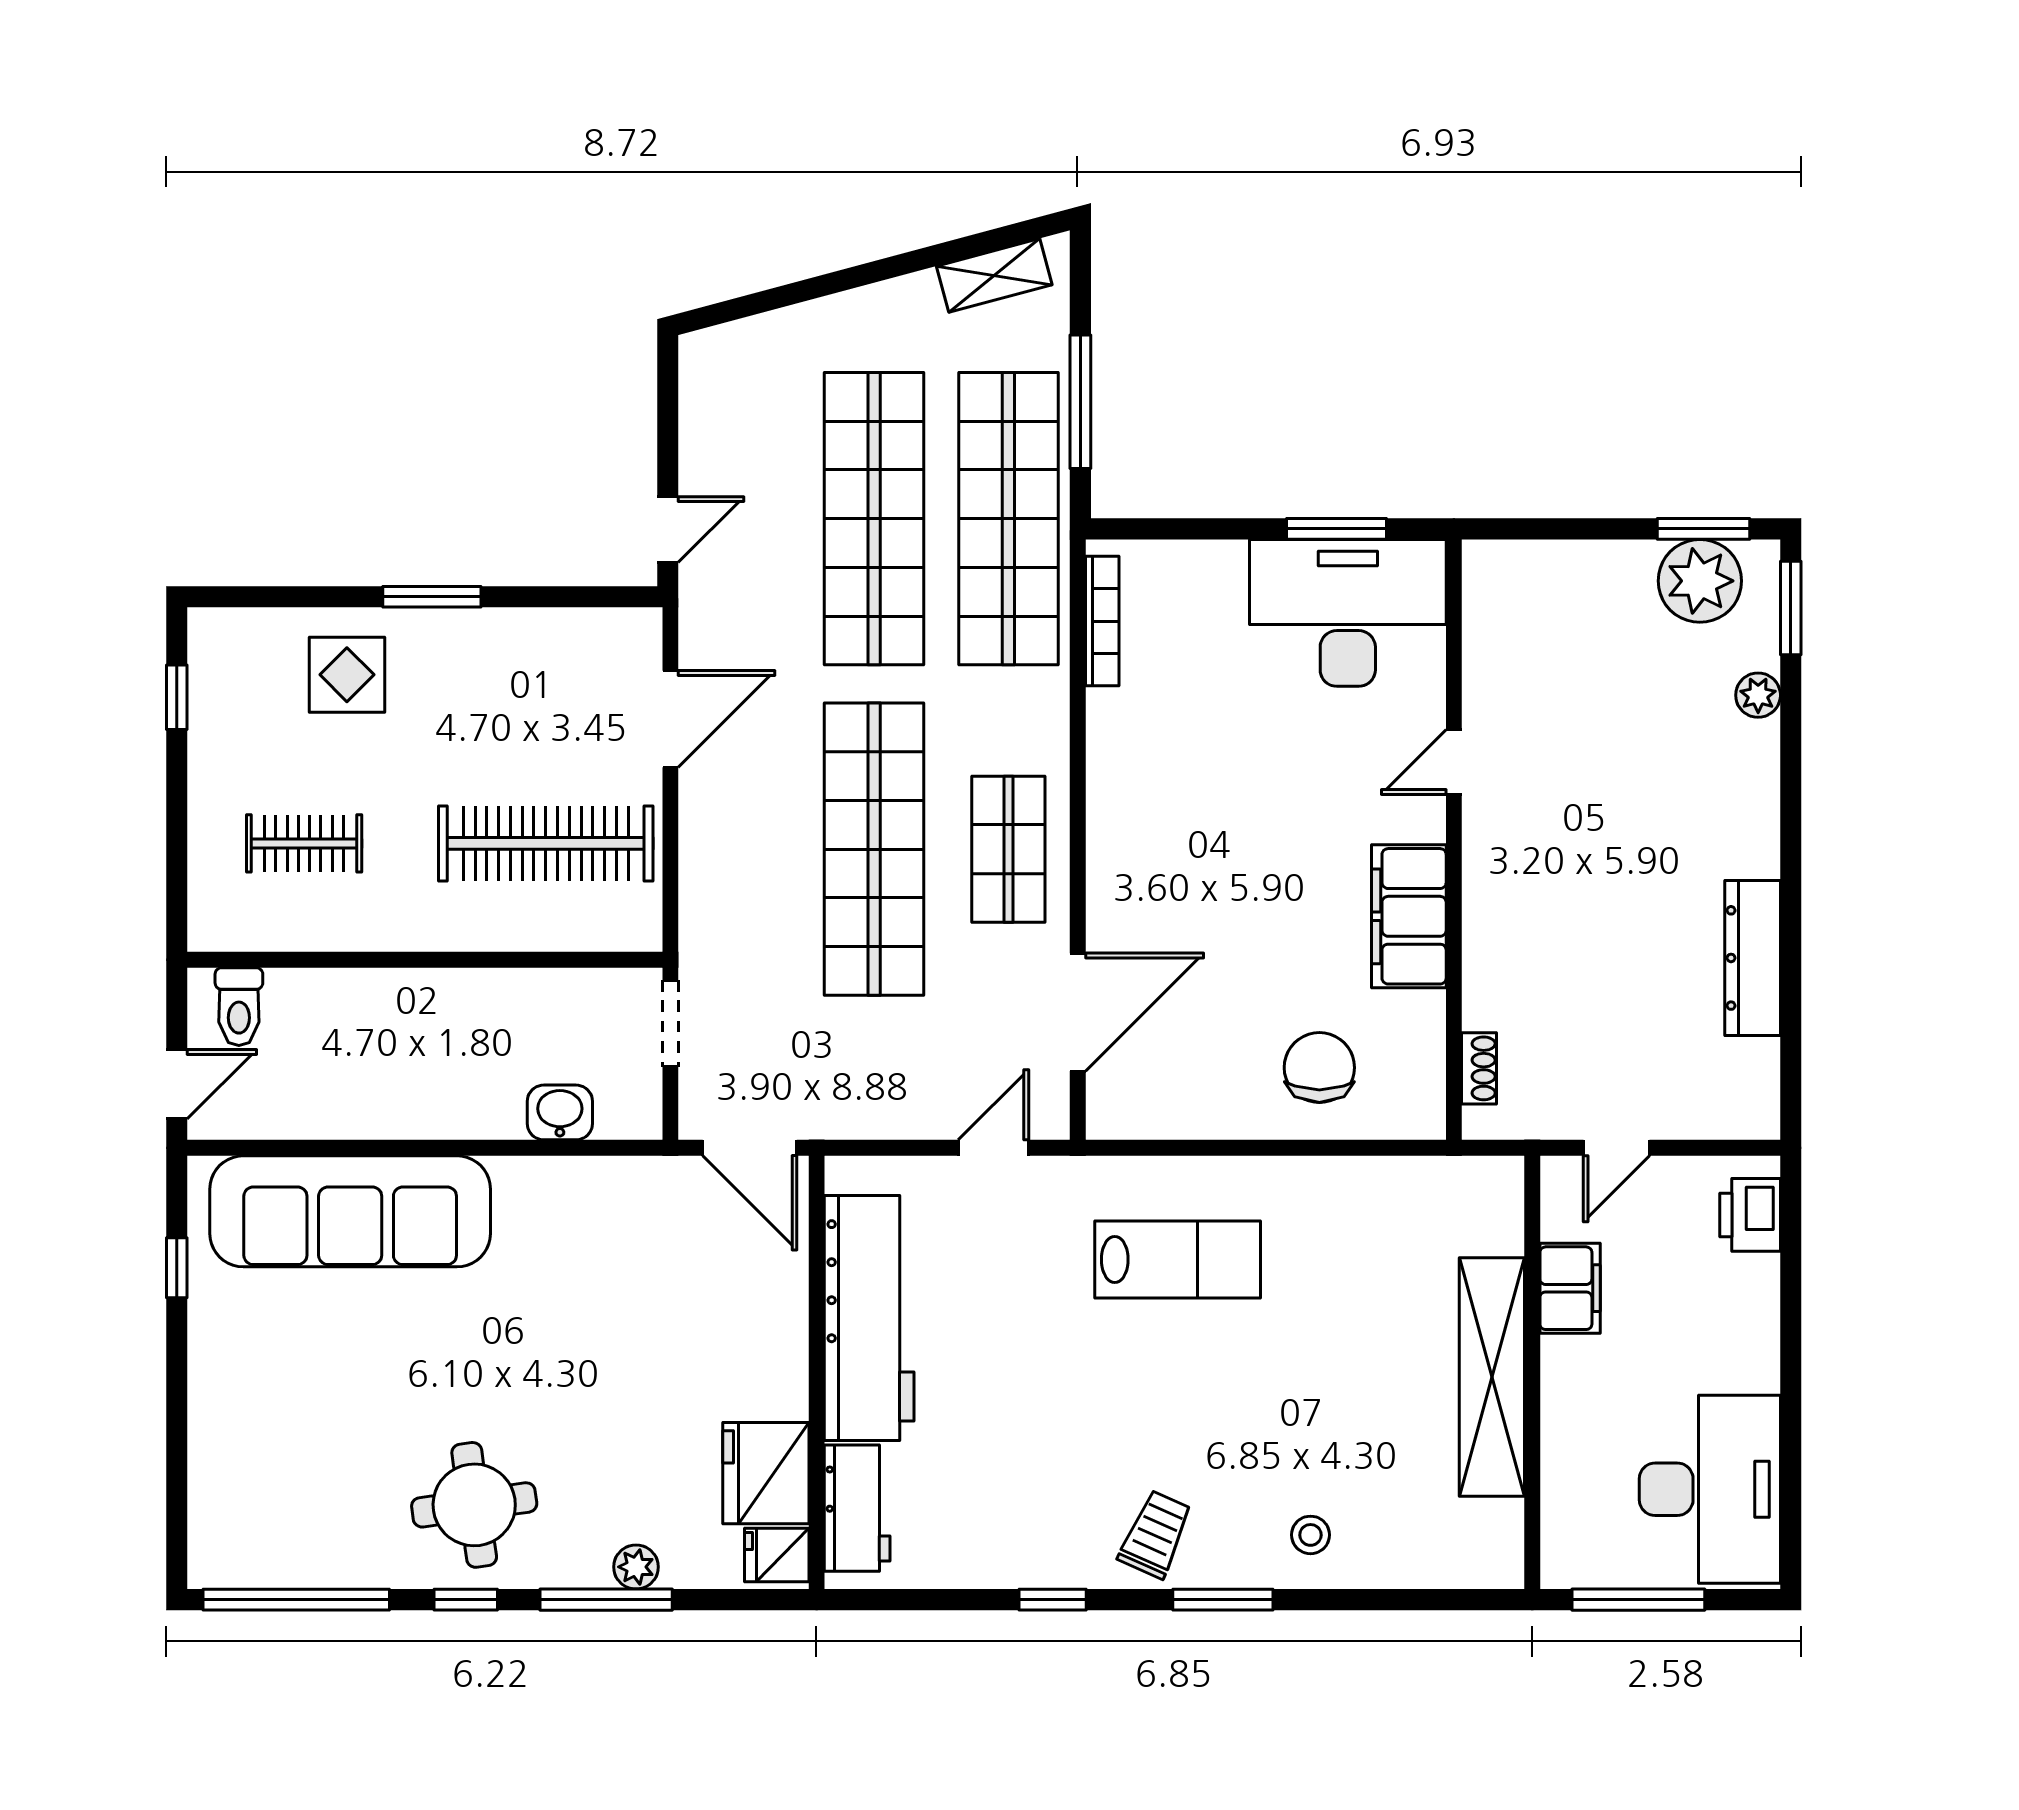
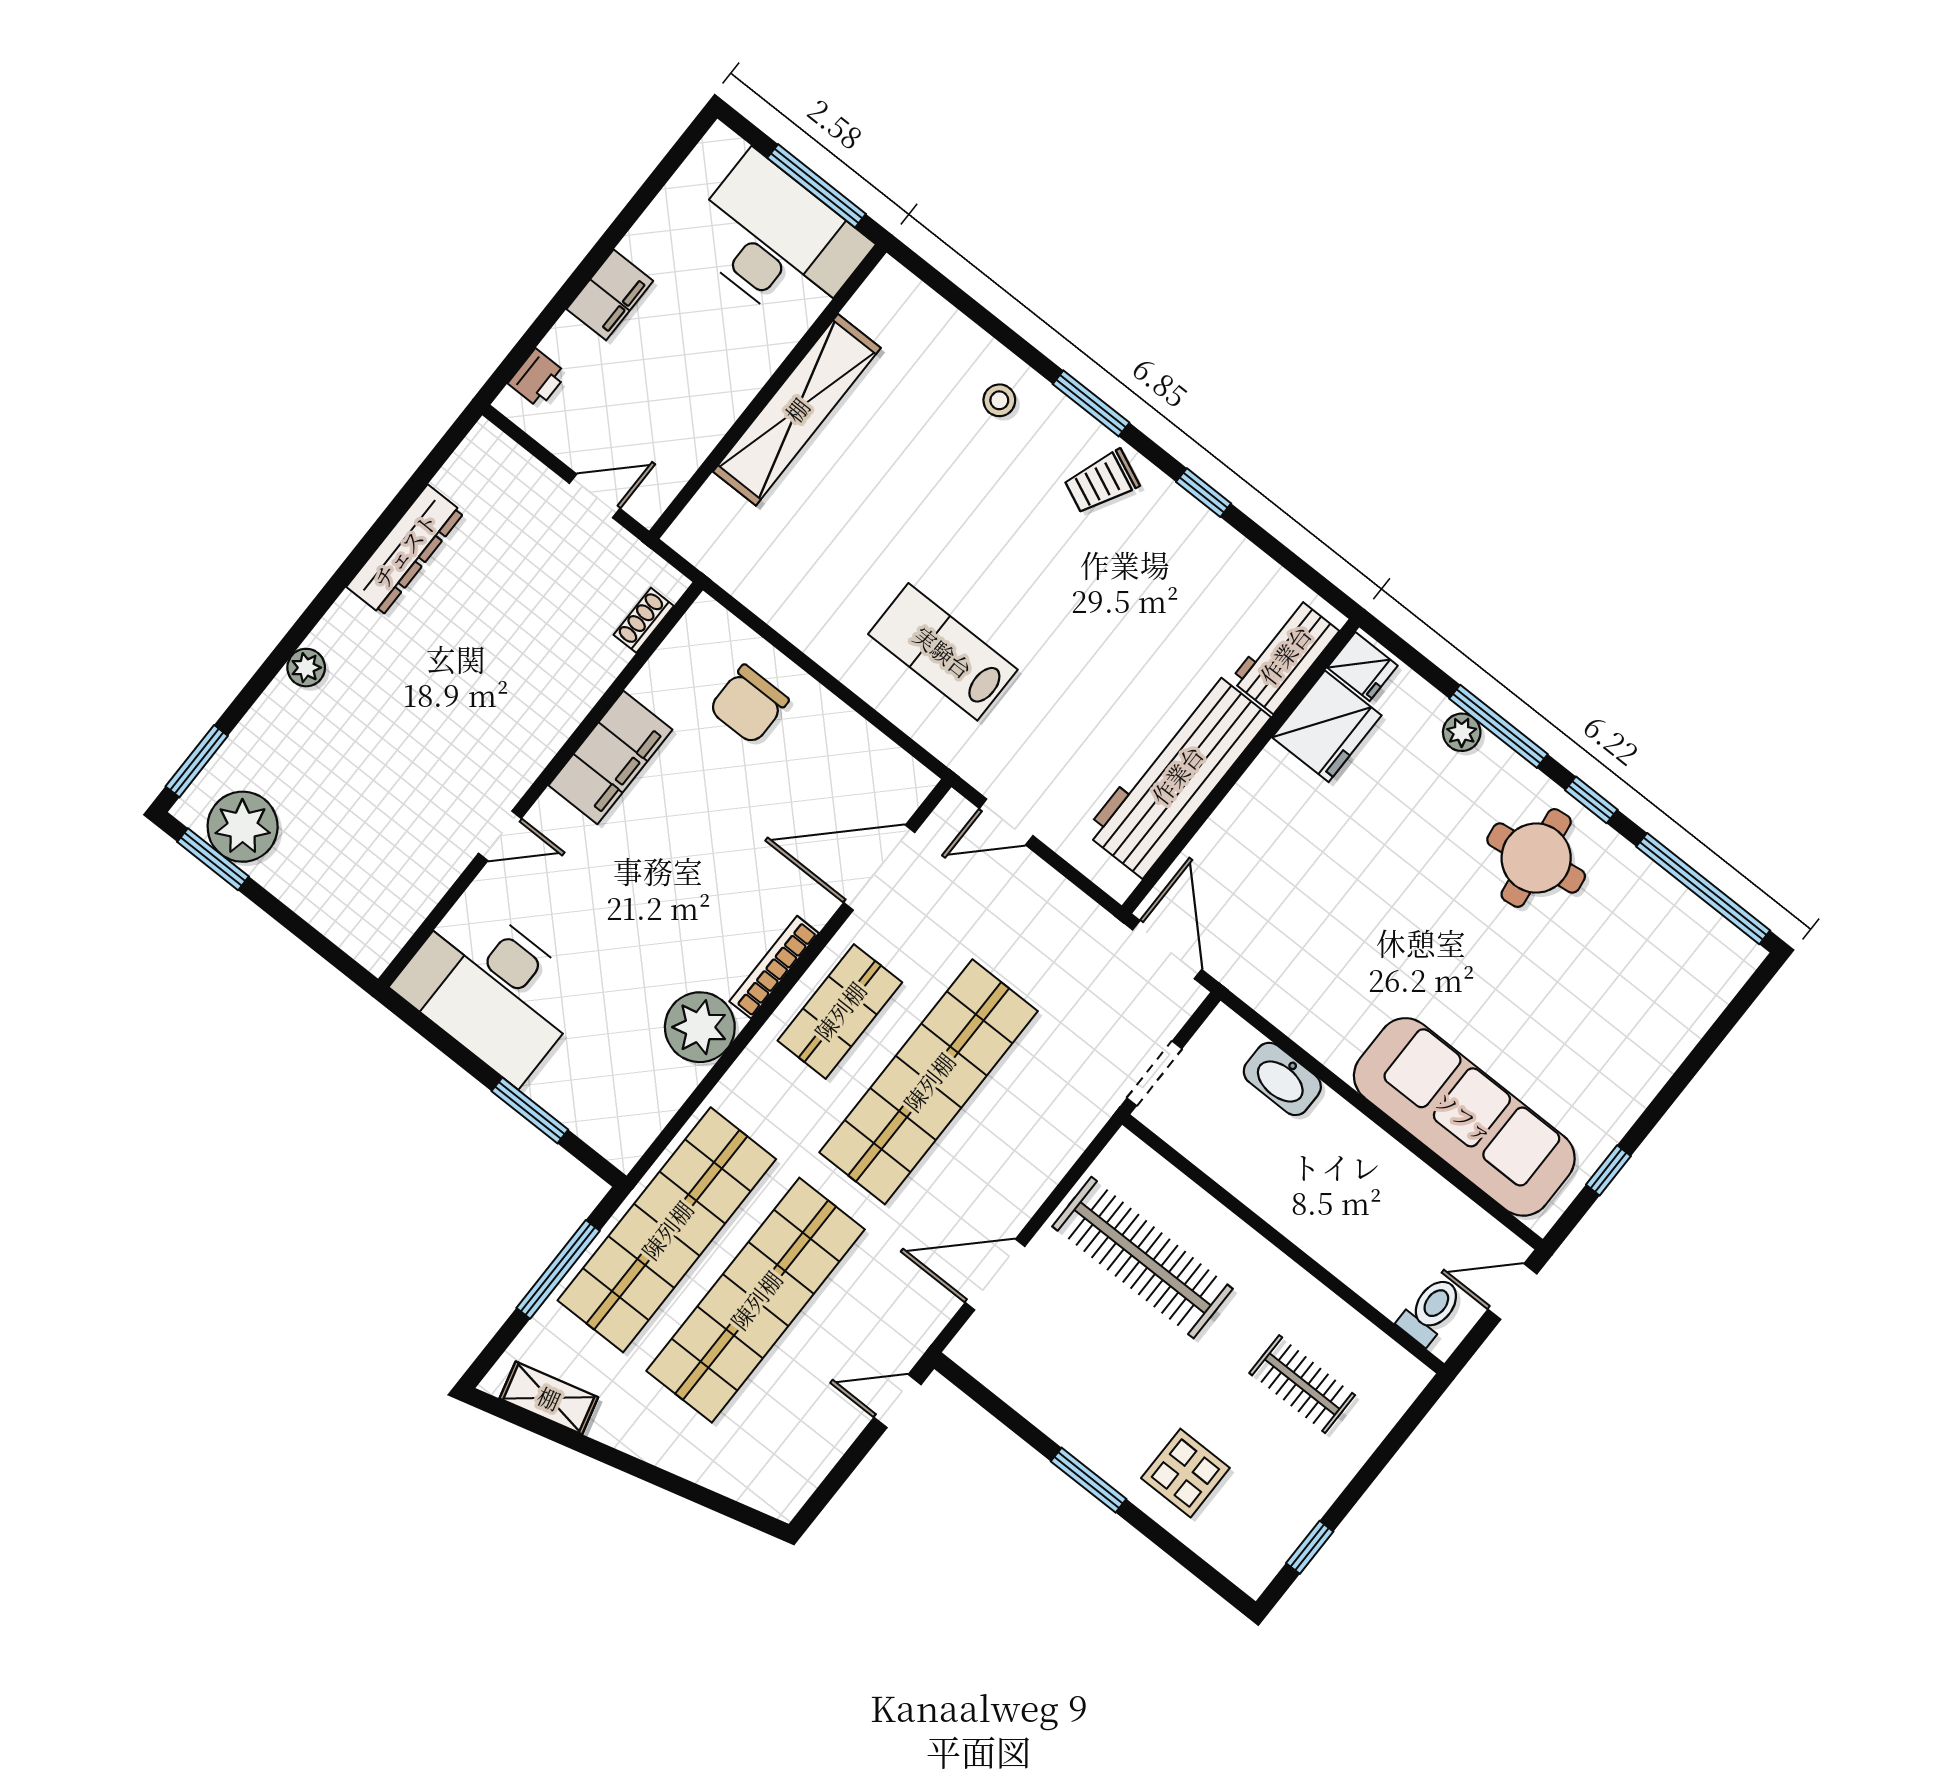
window: (1337, 529) -> (530, 1110), moved
bookcase: (1102, 621) -> (774, 967), moved
plant: (1758, 695) -> (306, 668), moved
plant: (1127, 731) -> (700, 1027), added
washbasin: (560, 1112) -> (1282, 1079), width x1.38
printer: (1750, 1215) -> (538, 378), width x0.73, depth x0.81
filing cabinet: (1570, 1288) -> (610, 295), moved, turned 180
desk: (1710, 1489) -> (777, 242), moved, turned 90

